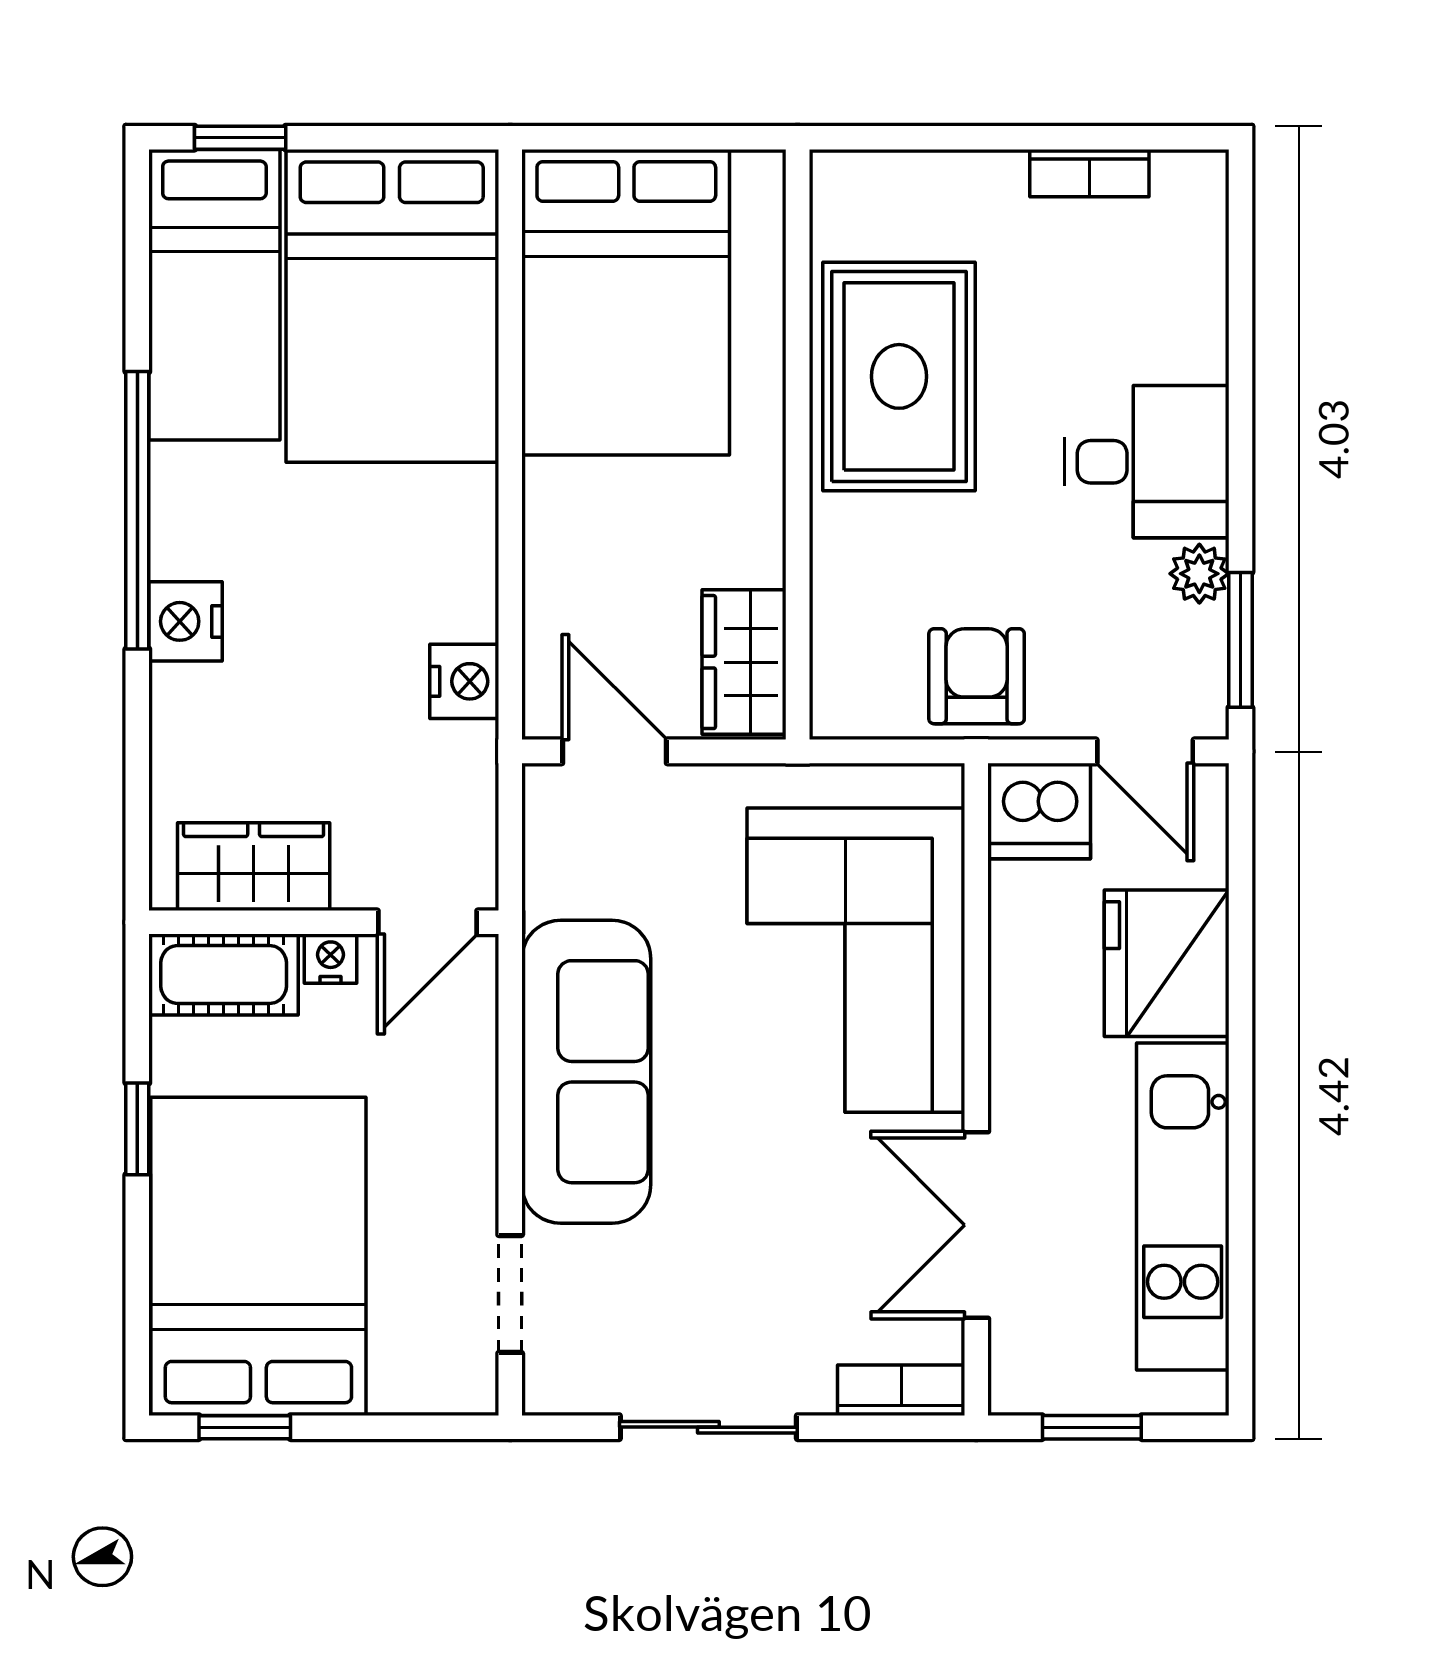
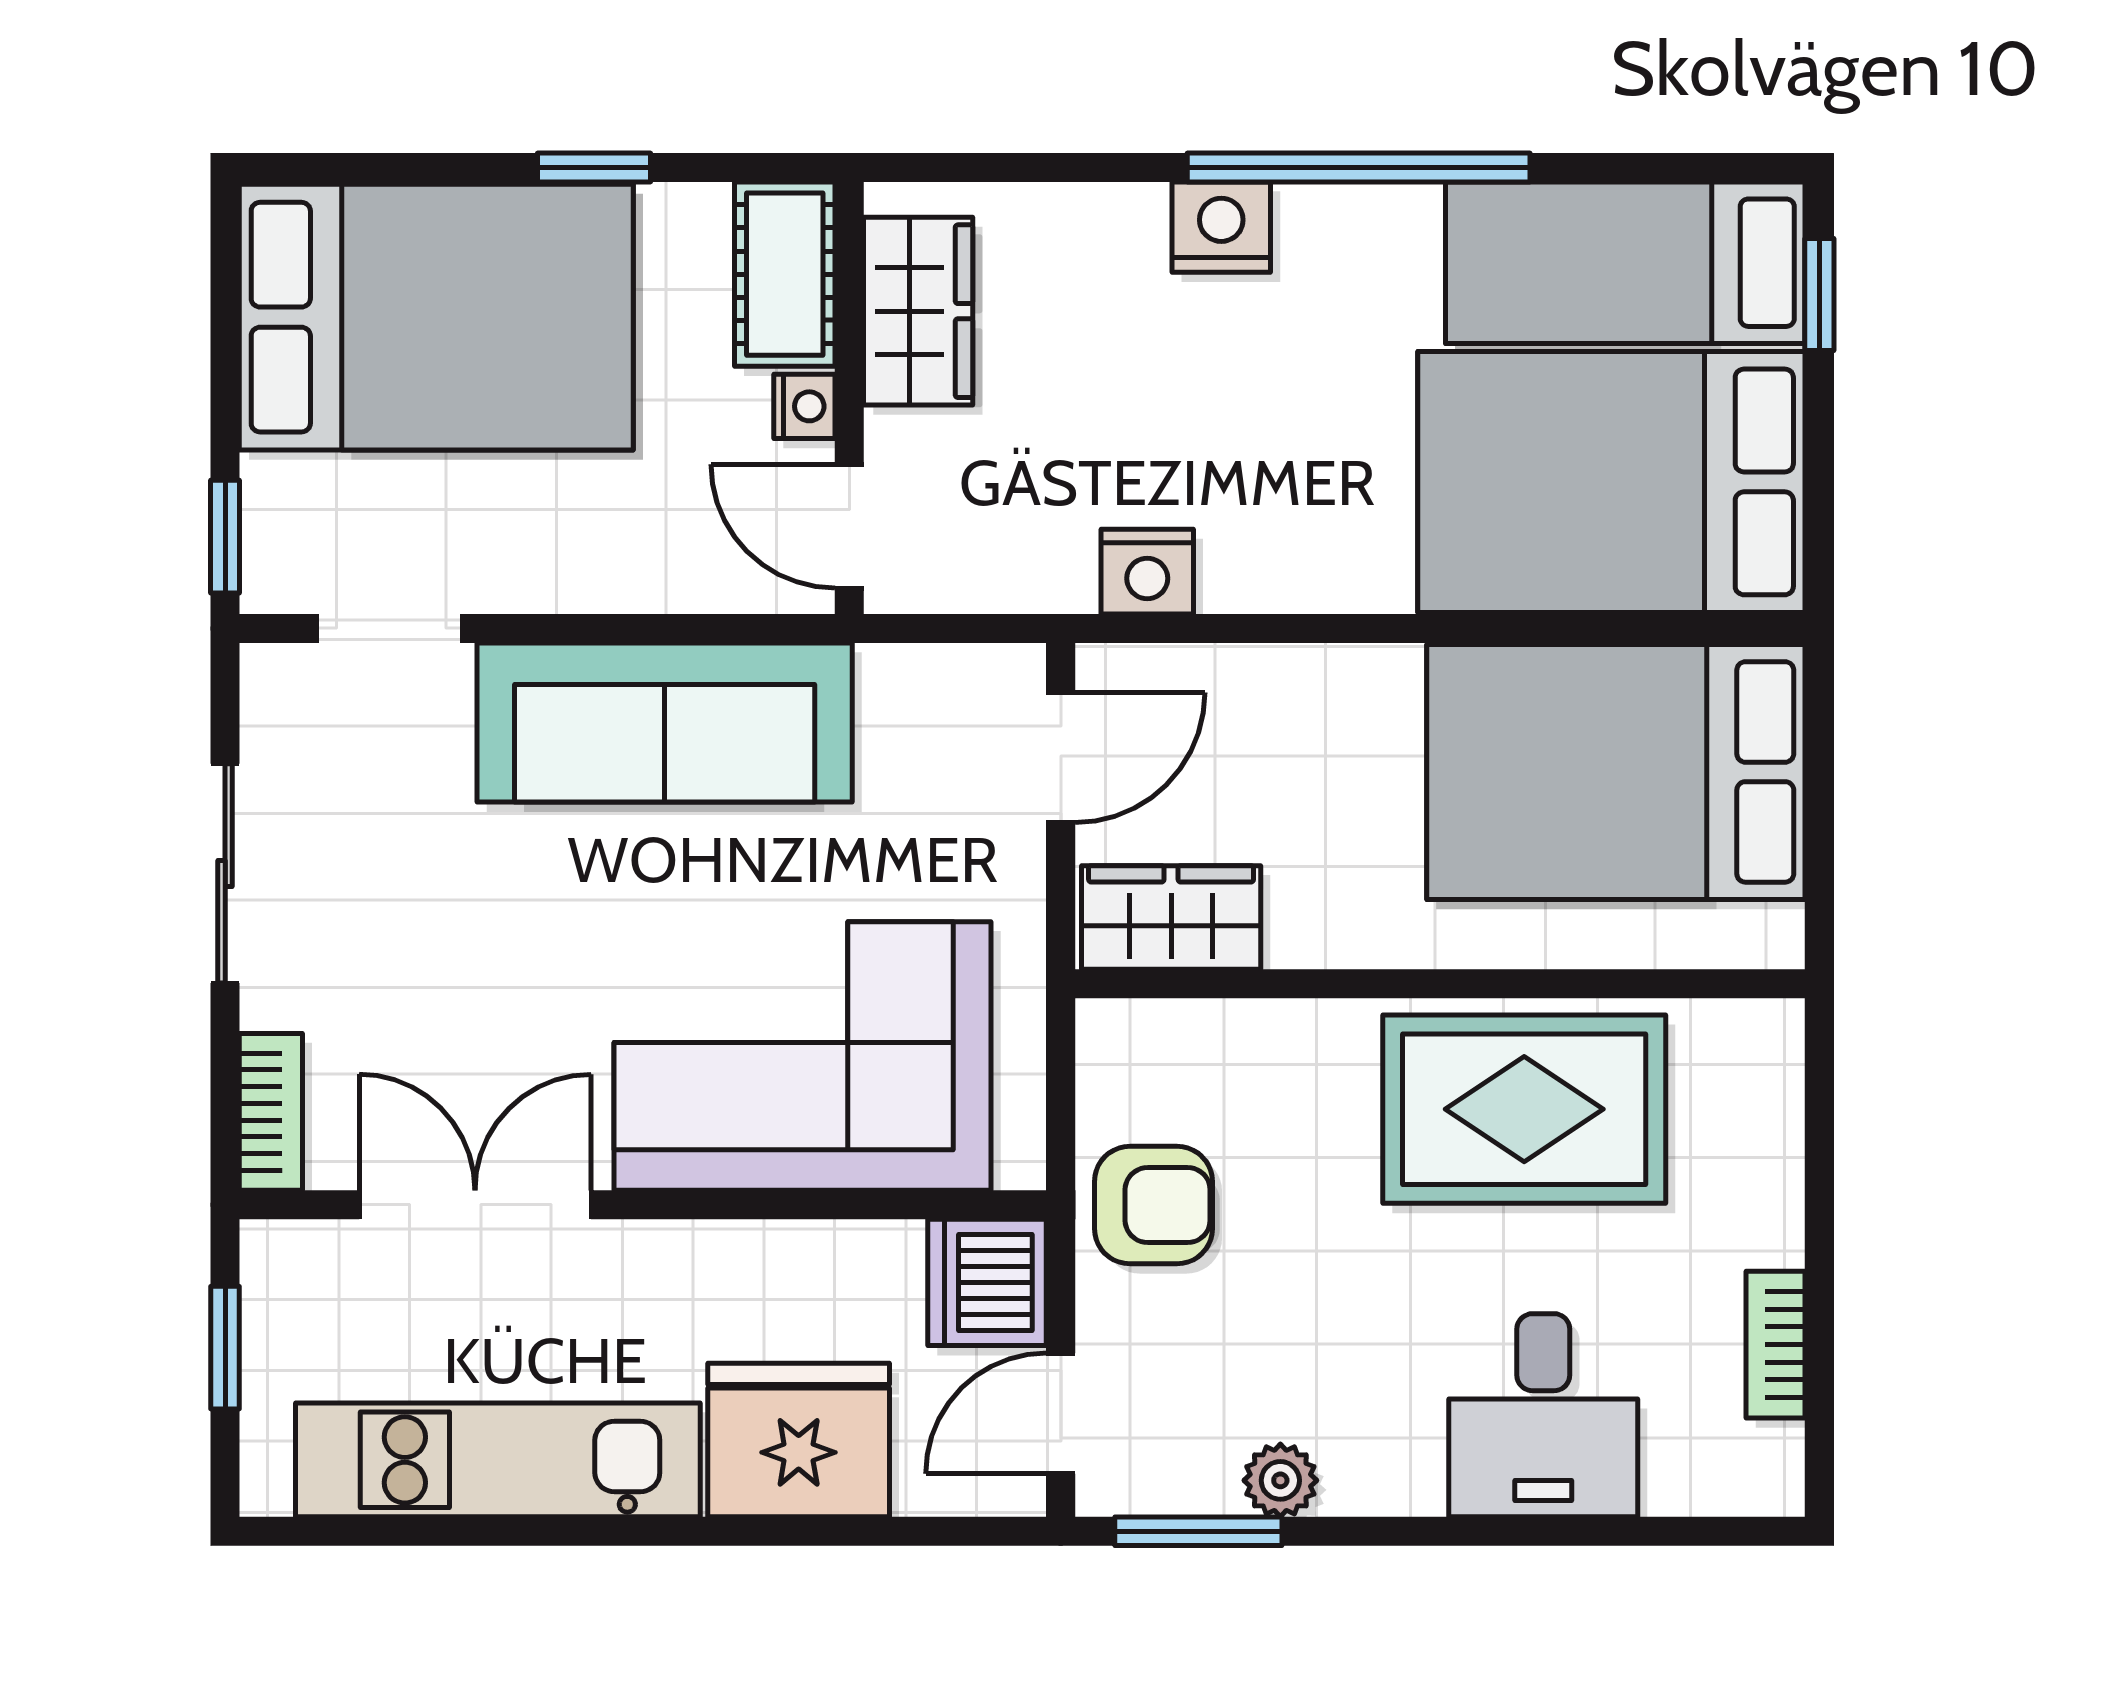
desk: (1147, 462) -> (1543, 1415), moved
window: (245, 1427) -> (225, 537), moved

